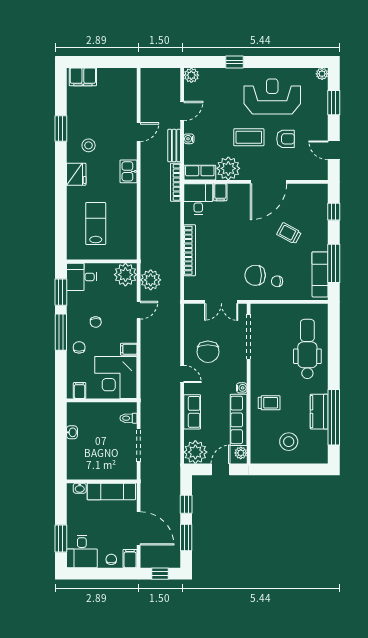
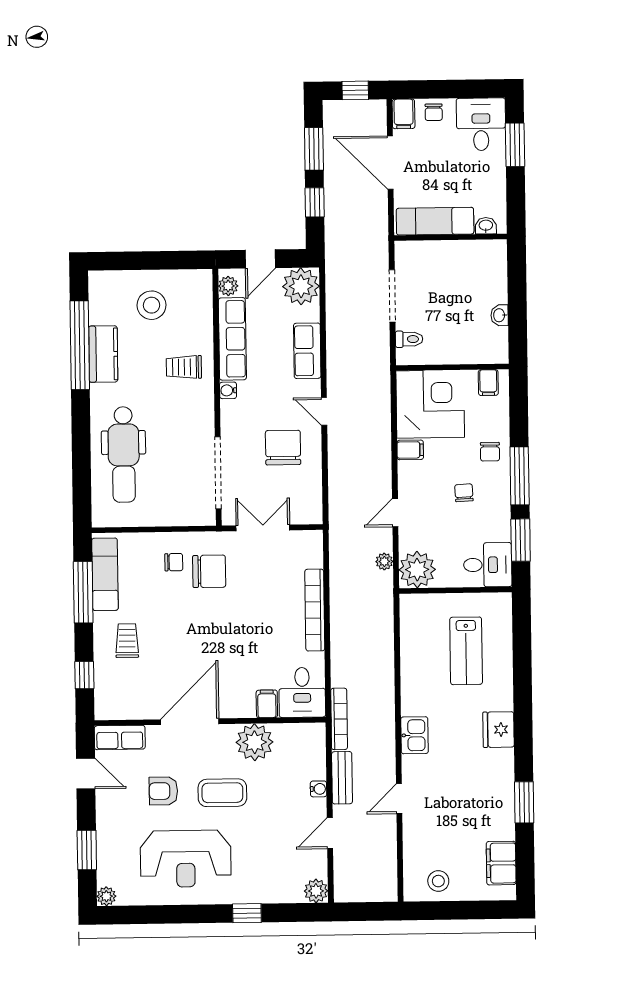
filing cabinet: (83, 77) -> (501, 863), moved, turned -90
stool: (89, 145) -> (438, 881), moved
row of seats: (200, 173) -> (120, 737), moved
trolley: (289, 233) -> (127, 641), moved, turned -118
plant: (151, 280) -> (384, 561), width x0.53, depth x0.53

